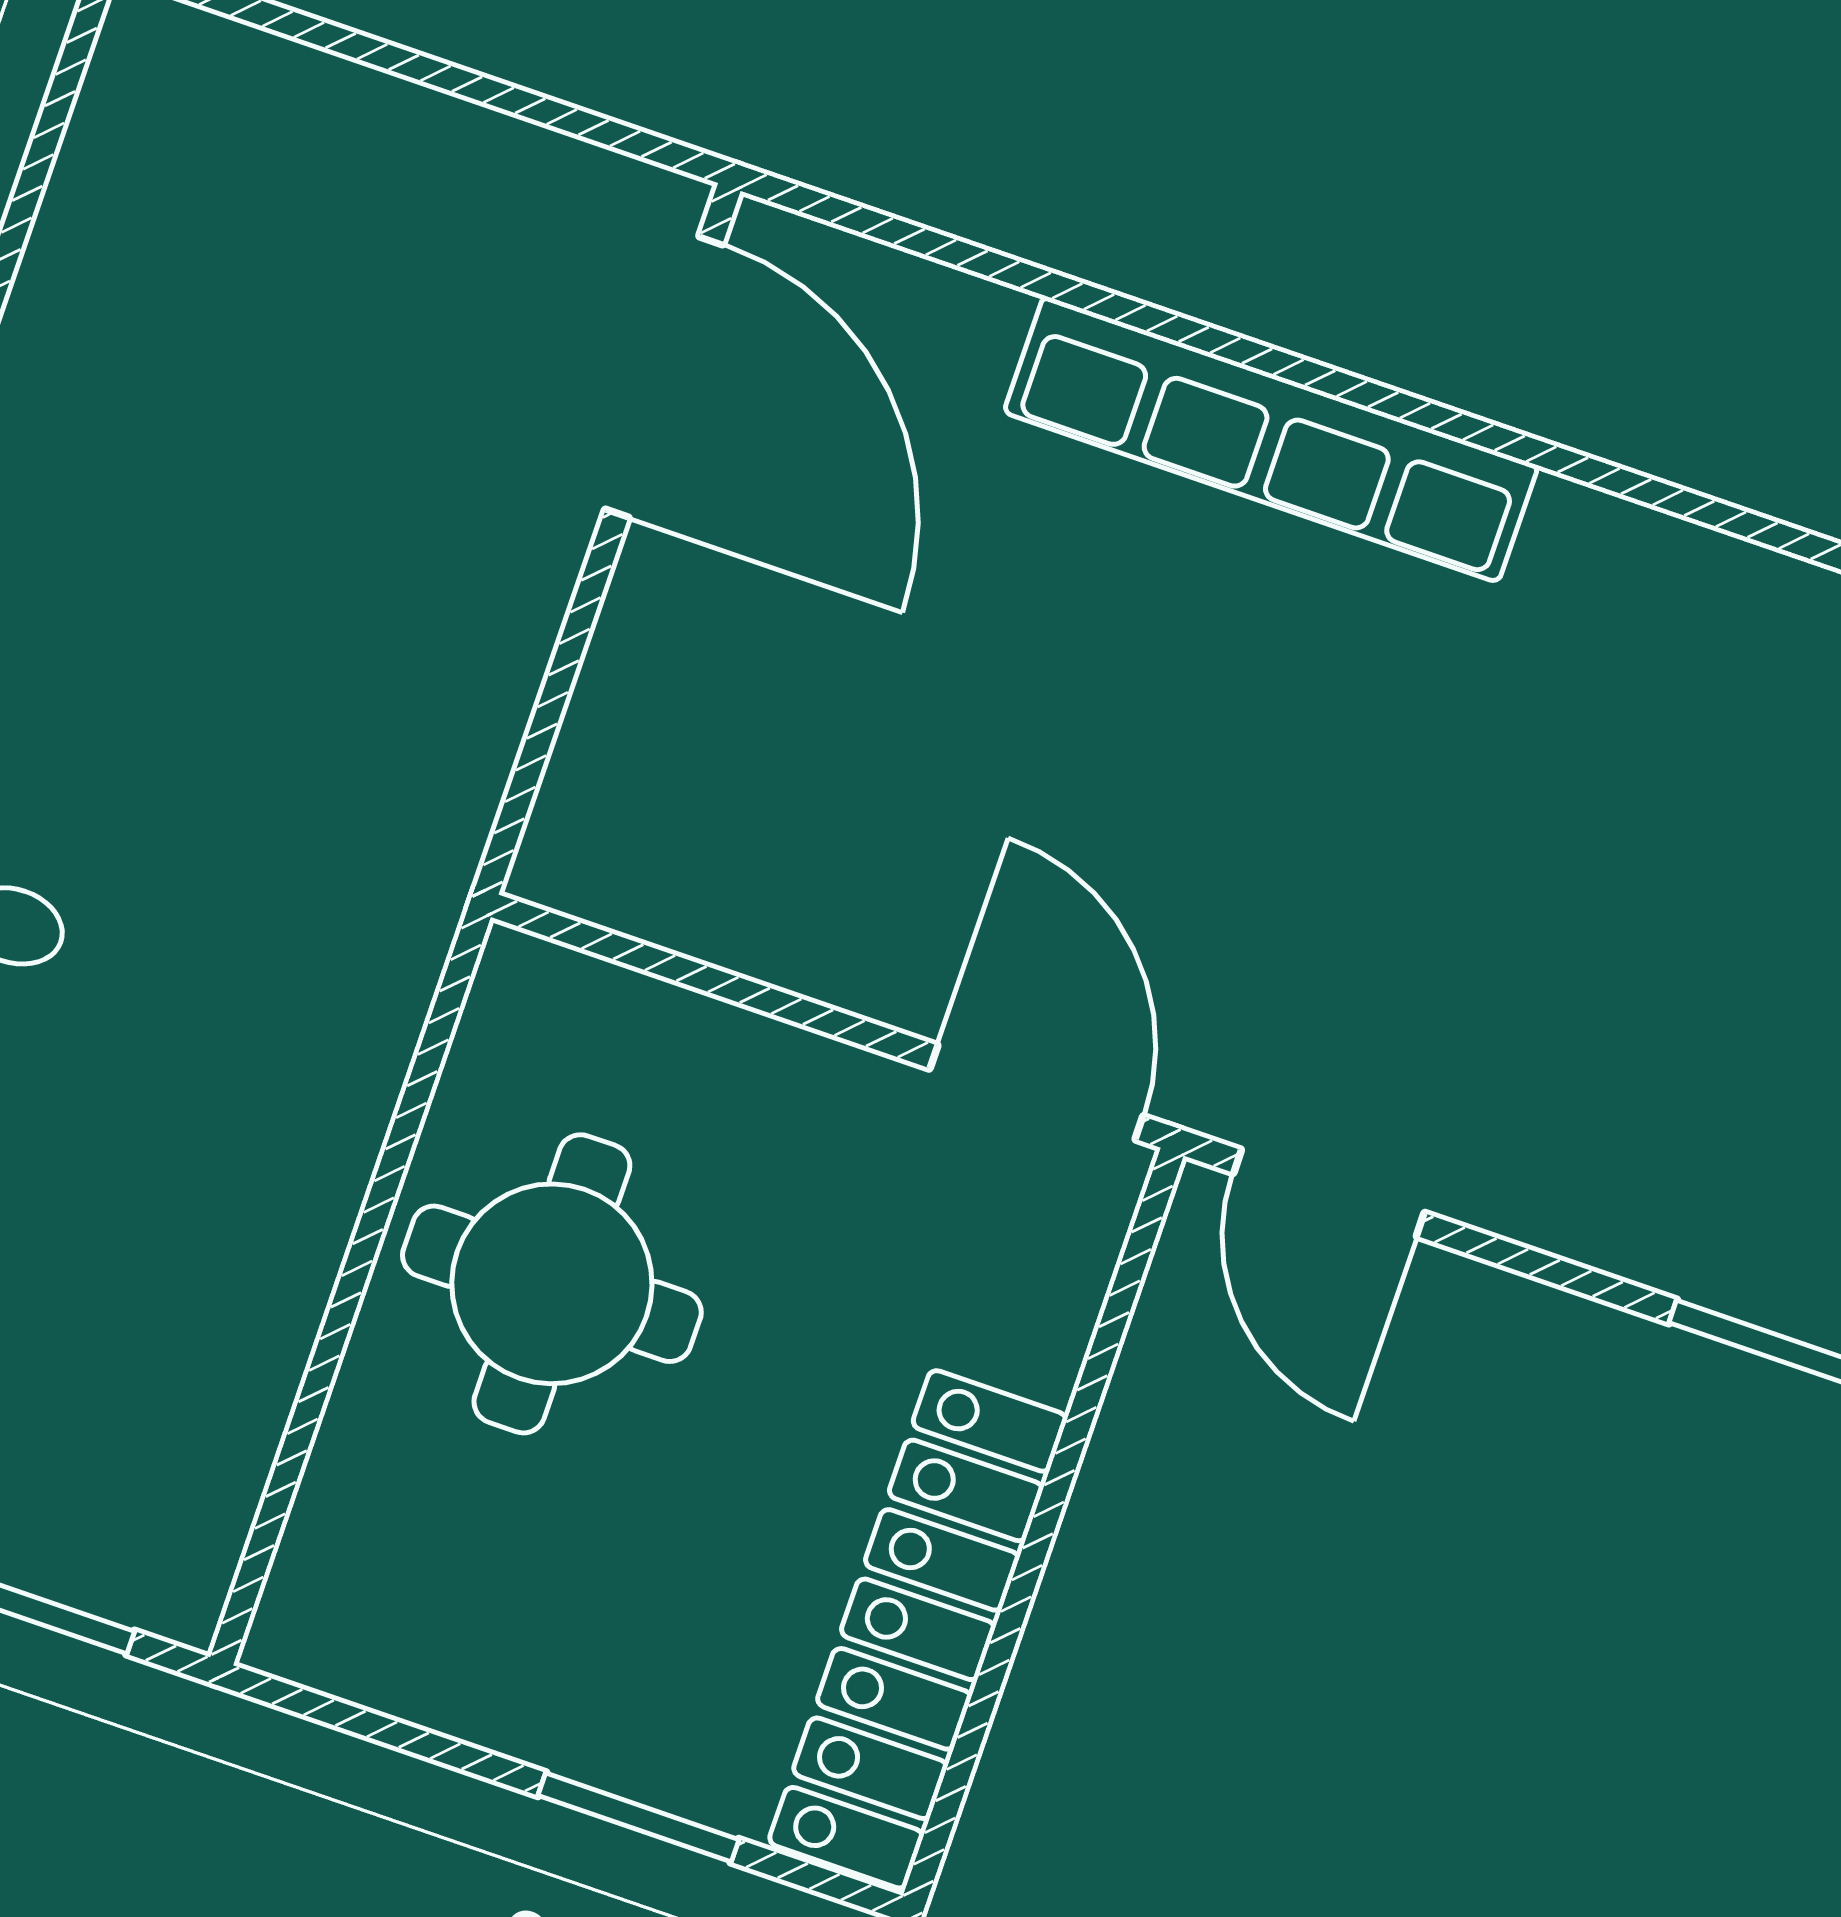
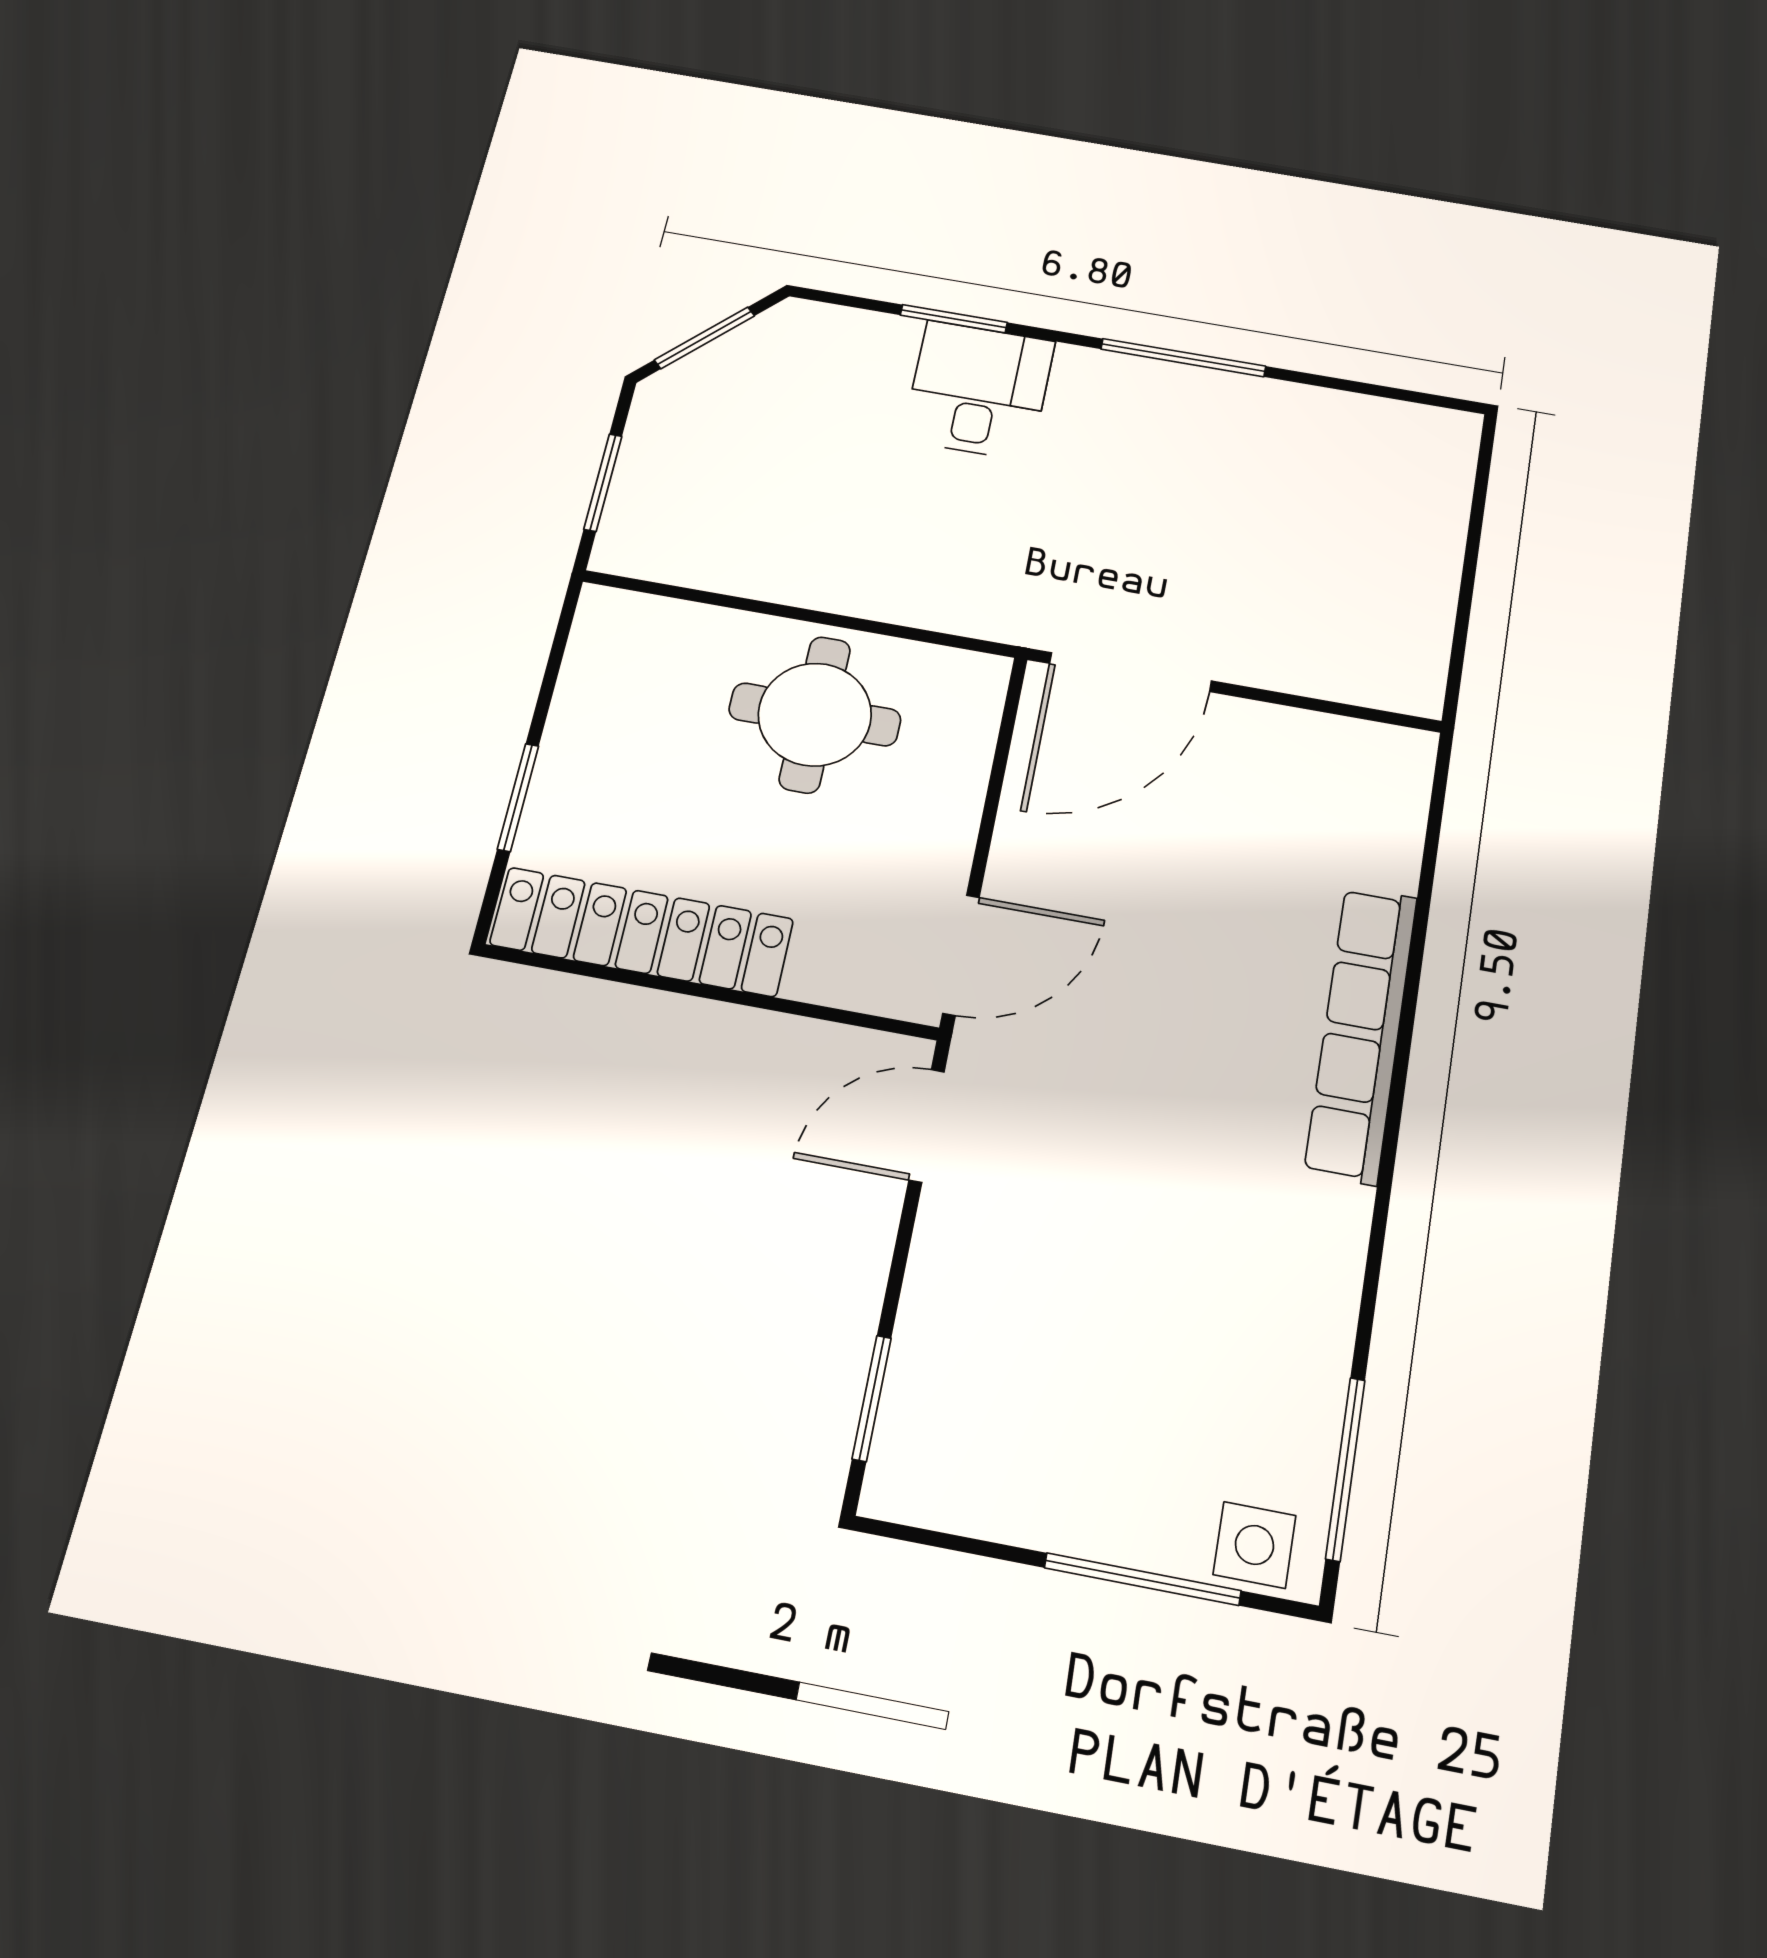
door: (664, 377) -> (1130, 672), moved

